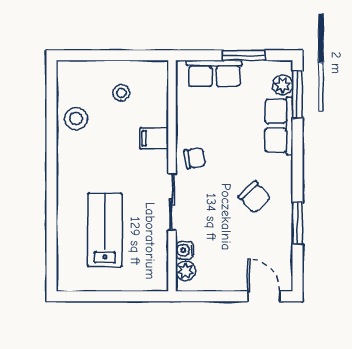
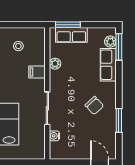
window: (244, 55) -> (68, 25), moved
chair: (195, 158) -> (60, 83), removed
plant: (186, 271) -> (55, 64), moved

